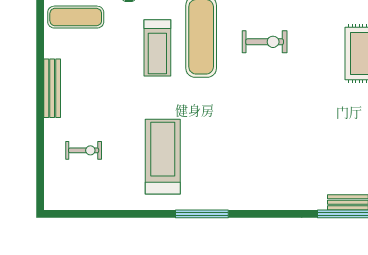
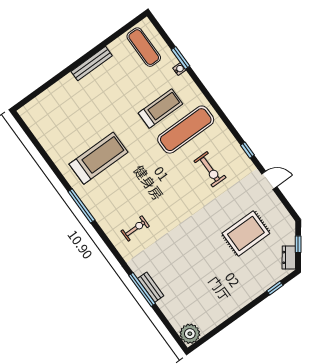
treadmill: (157, 48) -> (160, 109), turned 180
exercise bike: (84, 150) -> (135, 229), moved, turned -90

